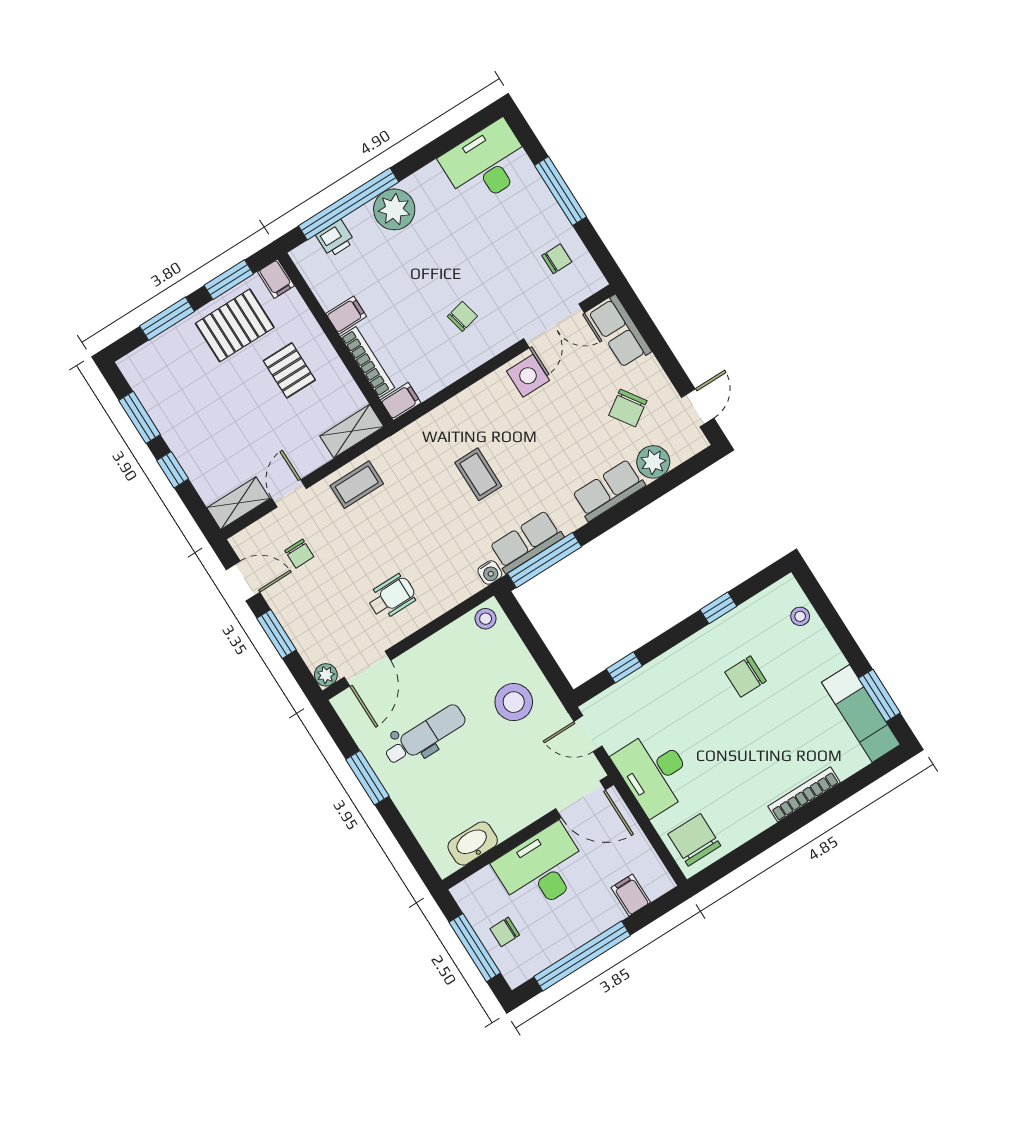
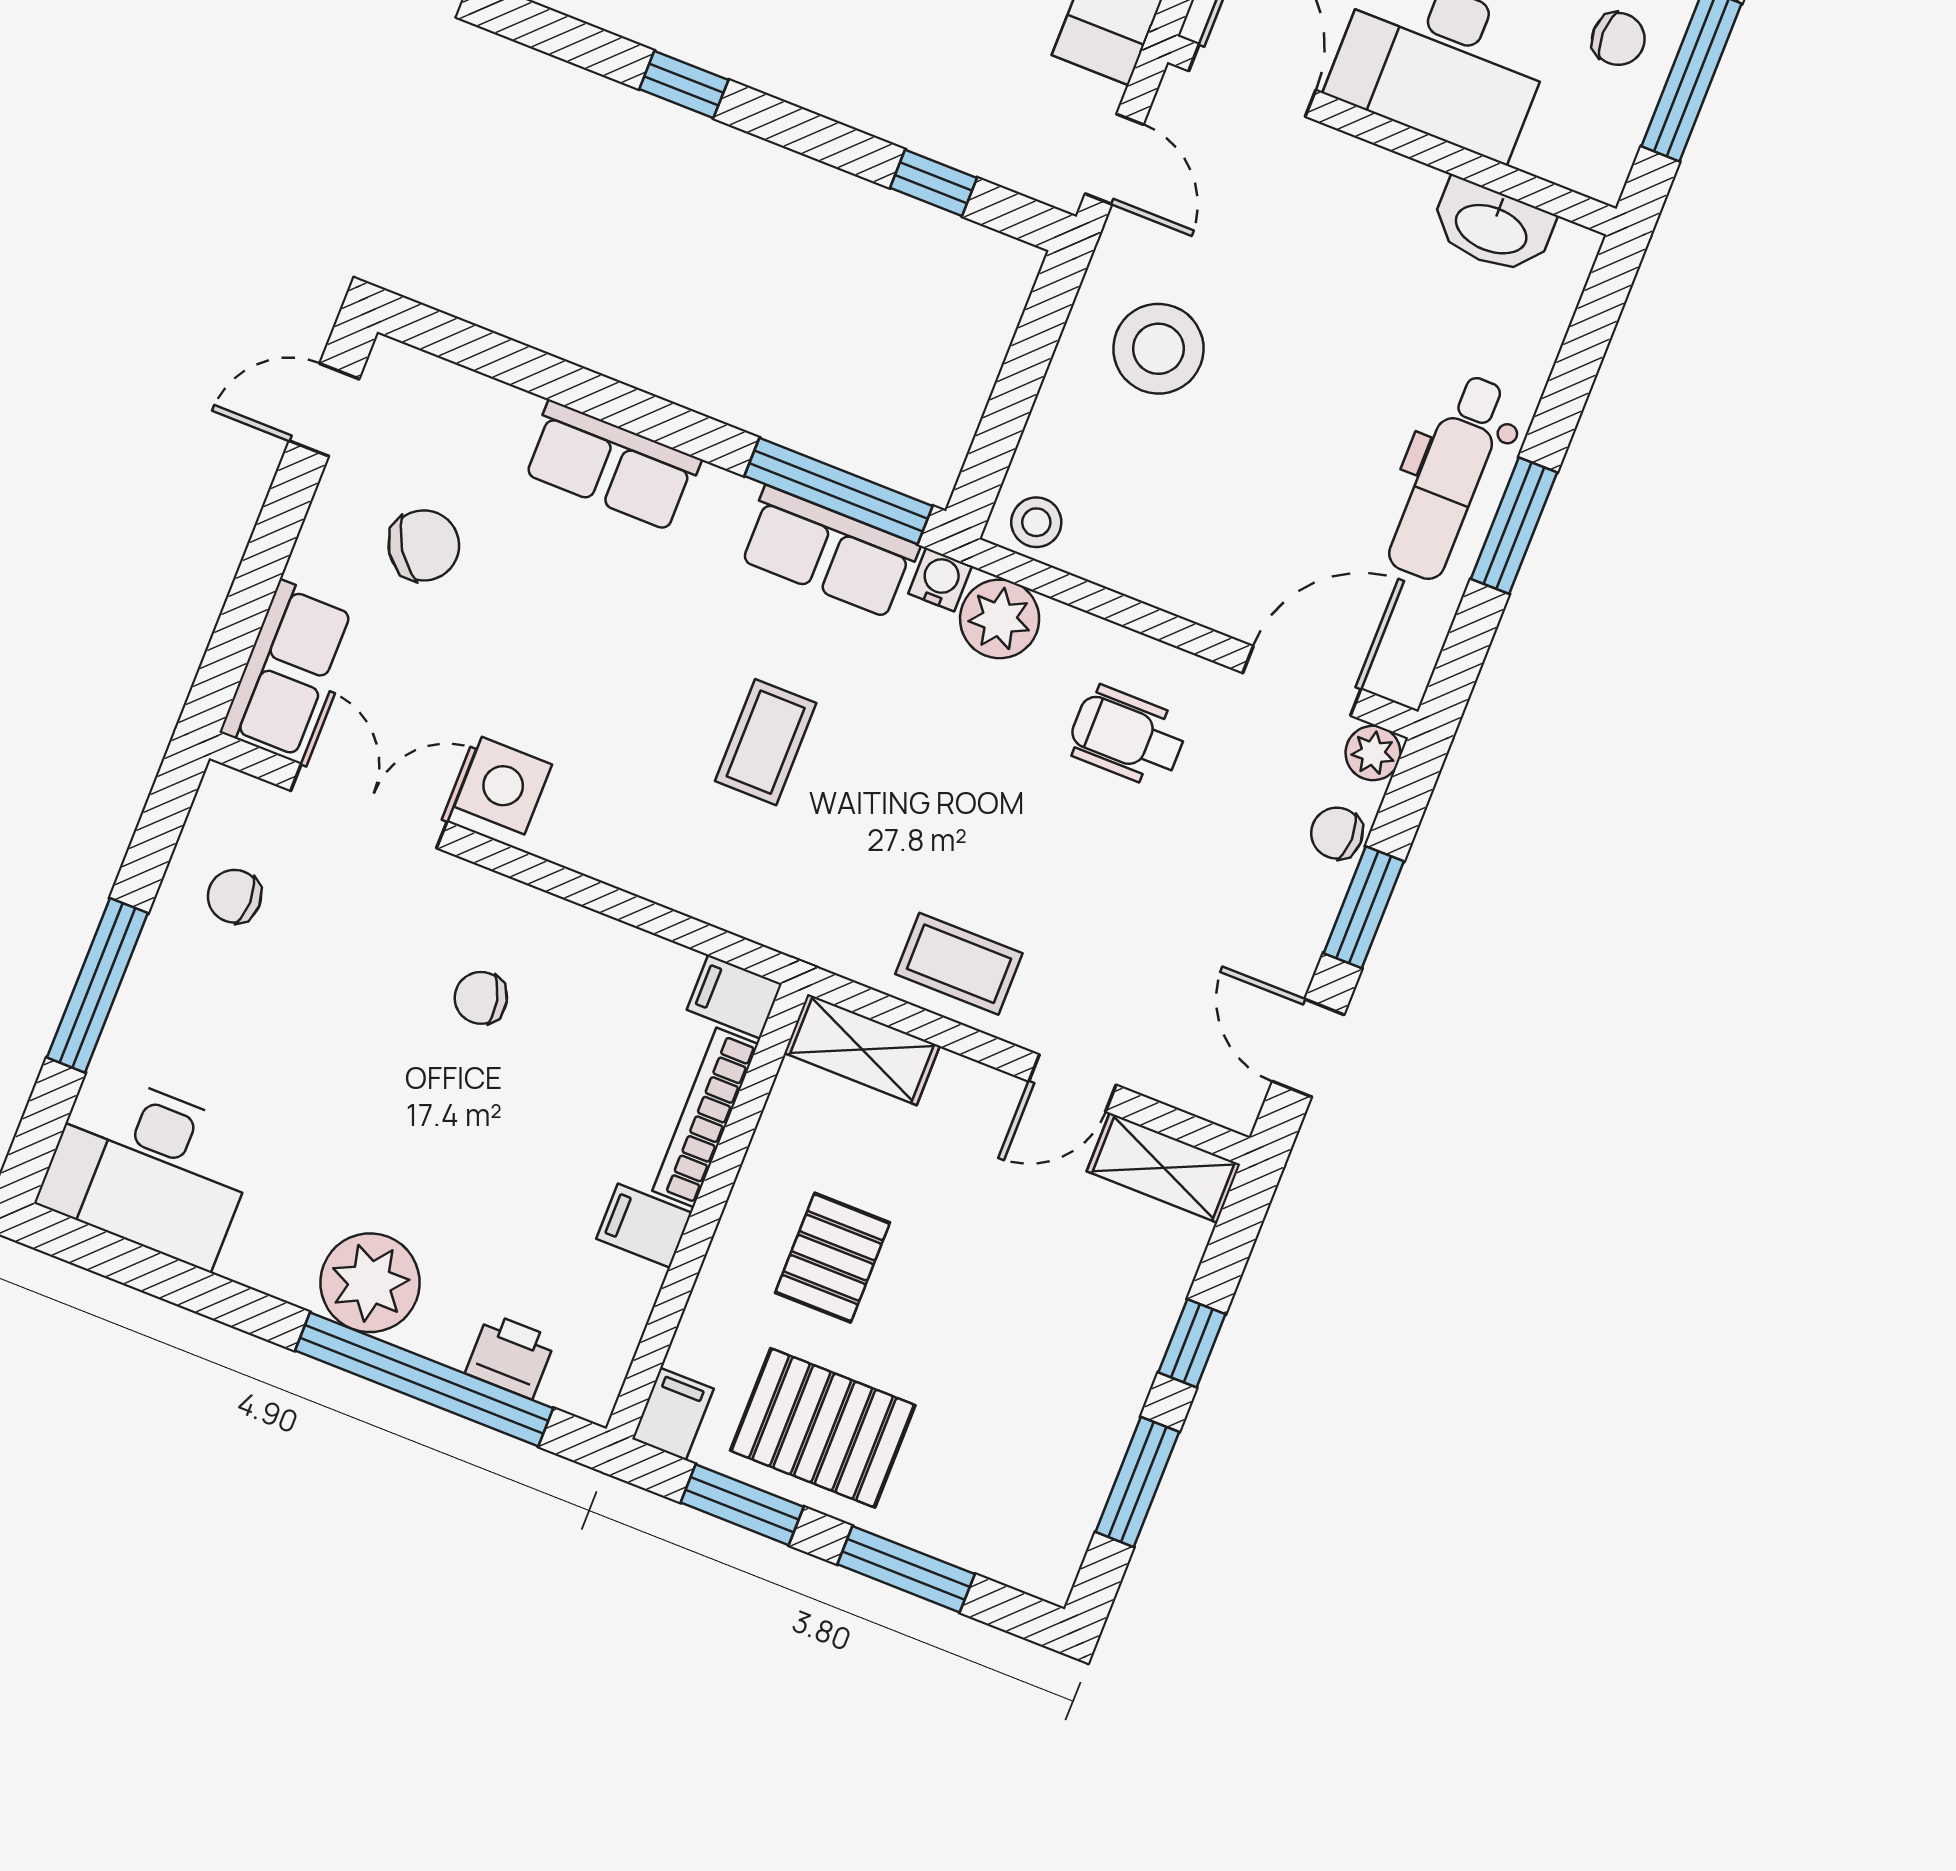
plant: (653, 462) -> (1000, 619), moved
chair: (299, 554) -> (1337, 833), moved, turned -90
dental chair: (425, 735) -> (1449, 477), moved, turned -90

